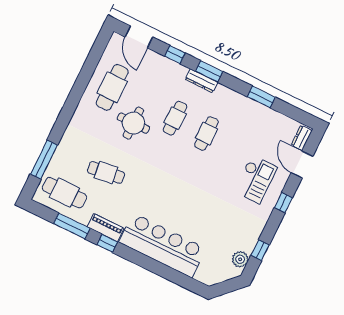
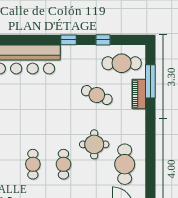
cafe table: (106, 172) -> (97, 95), turned 30
window: (72, 226) -> (103, 40), width x0.46
piano: (106, 228) -> (139, 94), moved, turned 90

